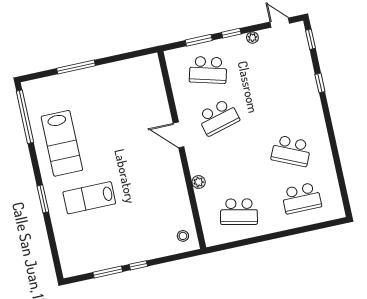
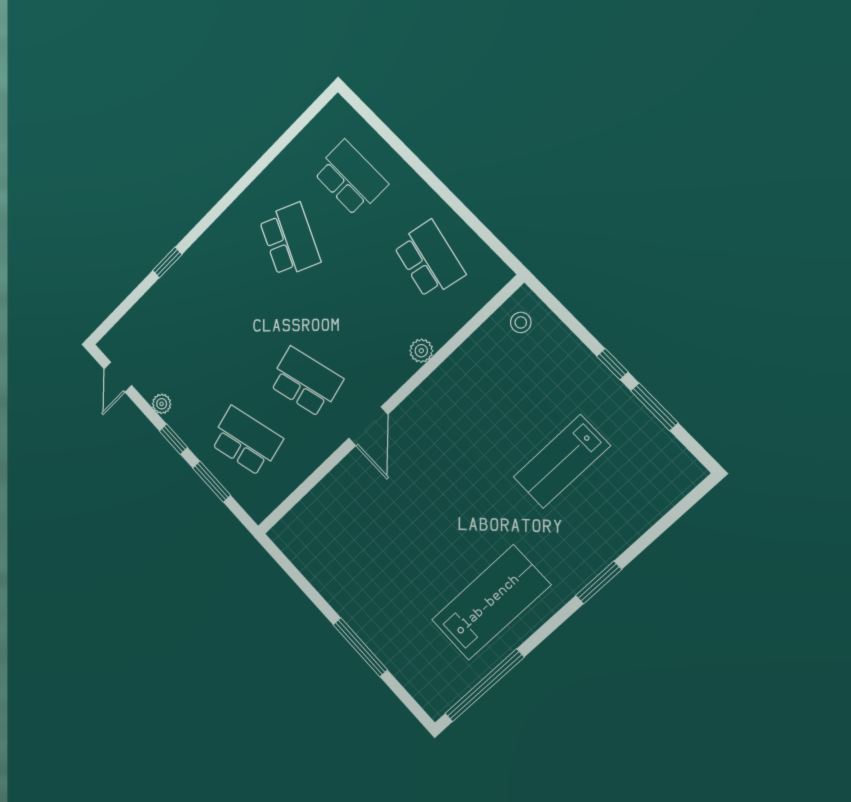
window: (310, 39) -> (115, 317), removed
school desk: (208, 70) -> (246, 441), turned -30
lab bench: (89, 198) -> (562, 461), moved, turned 90

